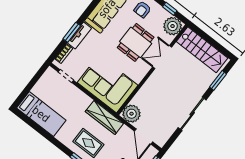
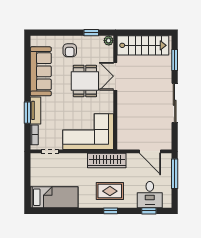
plant: (173, 26) -> (109, 41), width x0.53, depth x0.53
plant: (132, 114) -> (126, 141), removed

